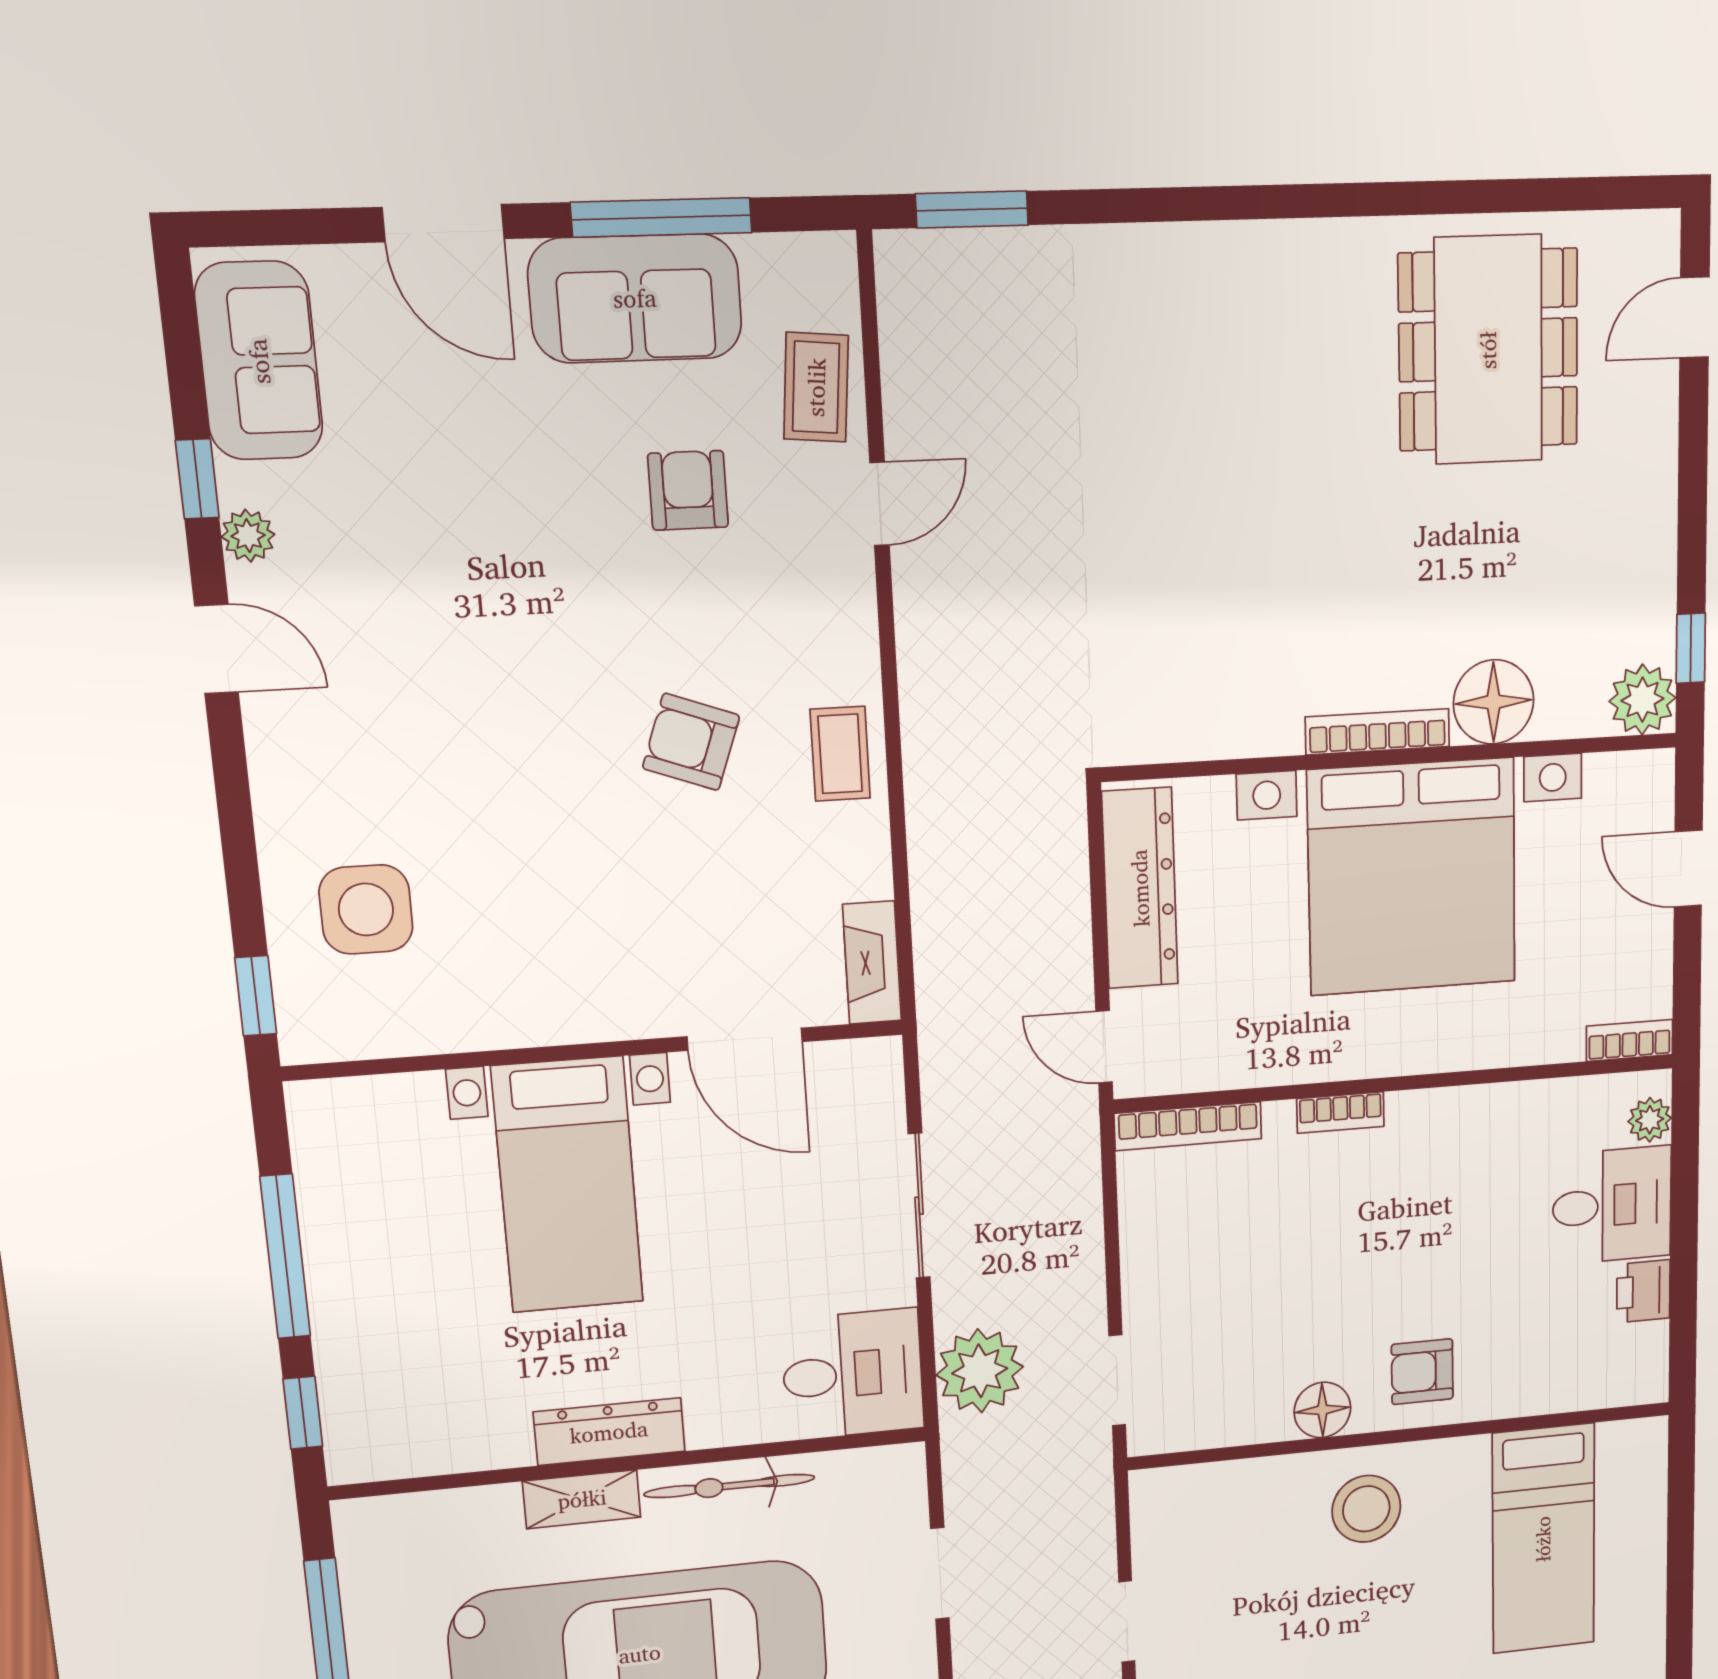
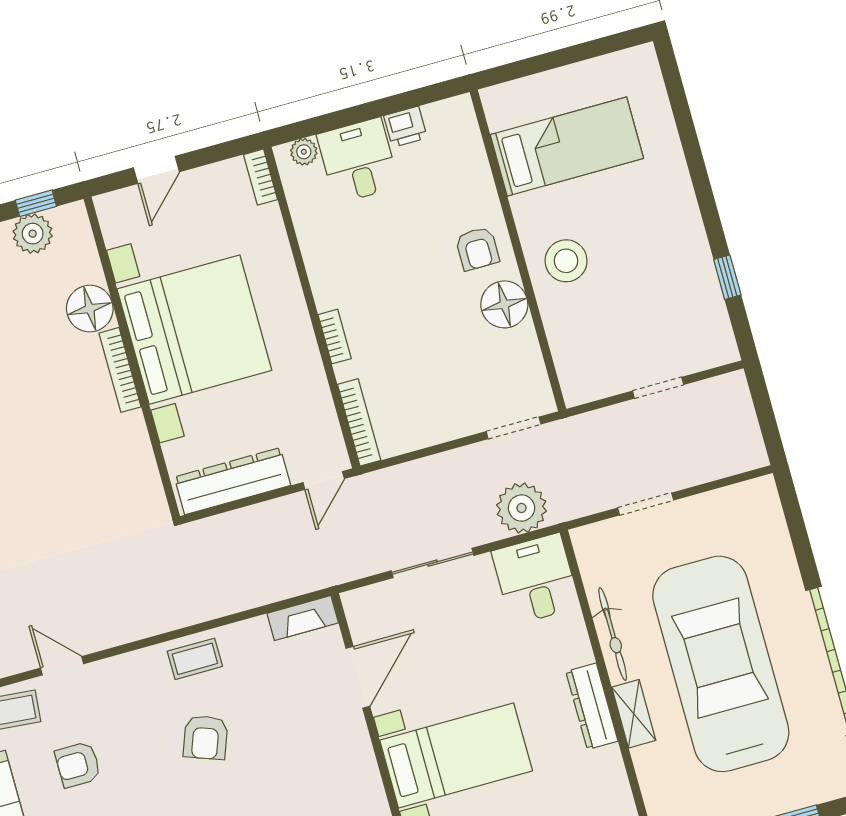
plant: (1642, 700) -> (33, 234), moved
floor lamp: (1322, 1410) -> (504, 304), width x1.38, depth x1.38

